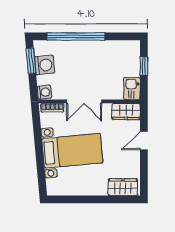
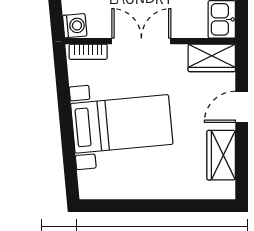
double door: (84, 101) -> (141, 41), swing flipped
wardrobe: (123, 187) -> (221, 155), moved, turned -90

